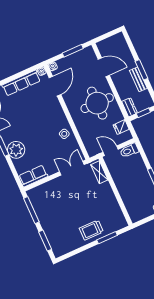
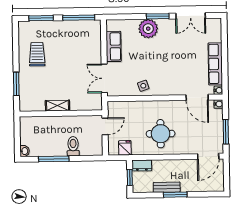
door: (104, 67) -> (208, 156), moved
round table: (97, 103) -> (161, 134), width x0.73, depth x0.73
toilet: (129, 151) -> (73, 146), moved
double door: (72, 168) -> (104, 78), swing flipped
shelving: (99, 172) -> (57, 106), moved
row of seats: (33, 176) -> (114, 46), moved
trolley: (91, 230) -> (37, 54), moved

